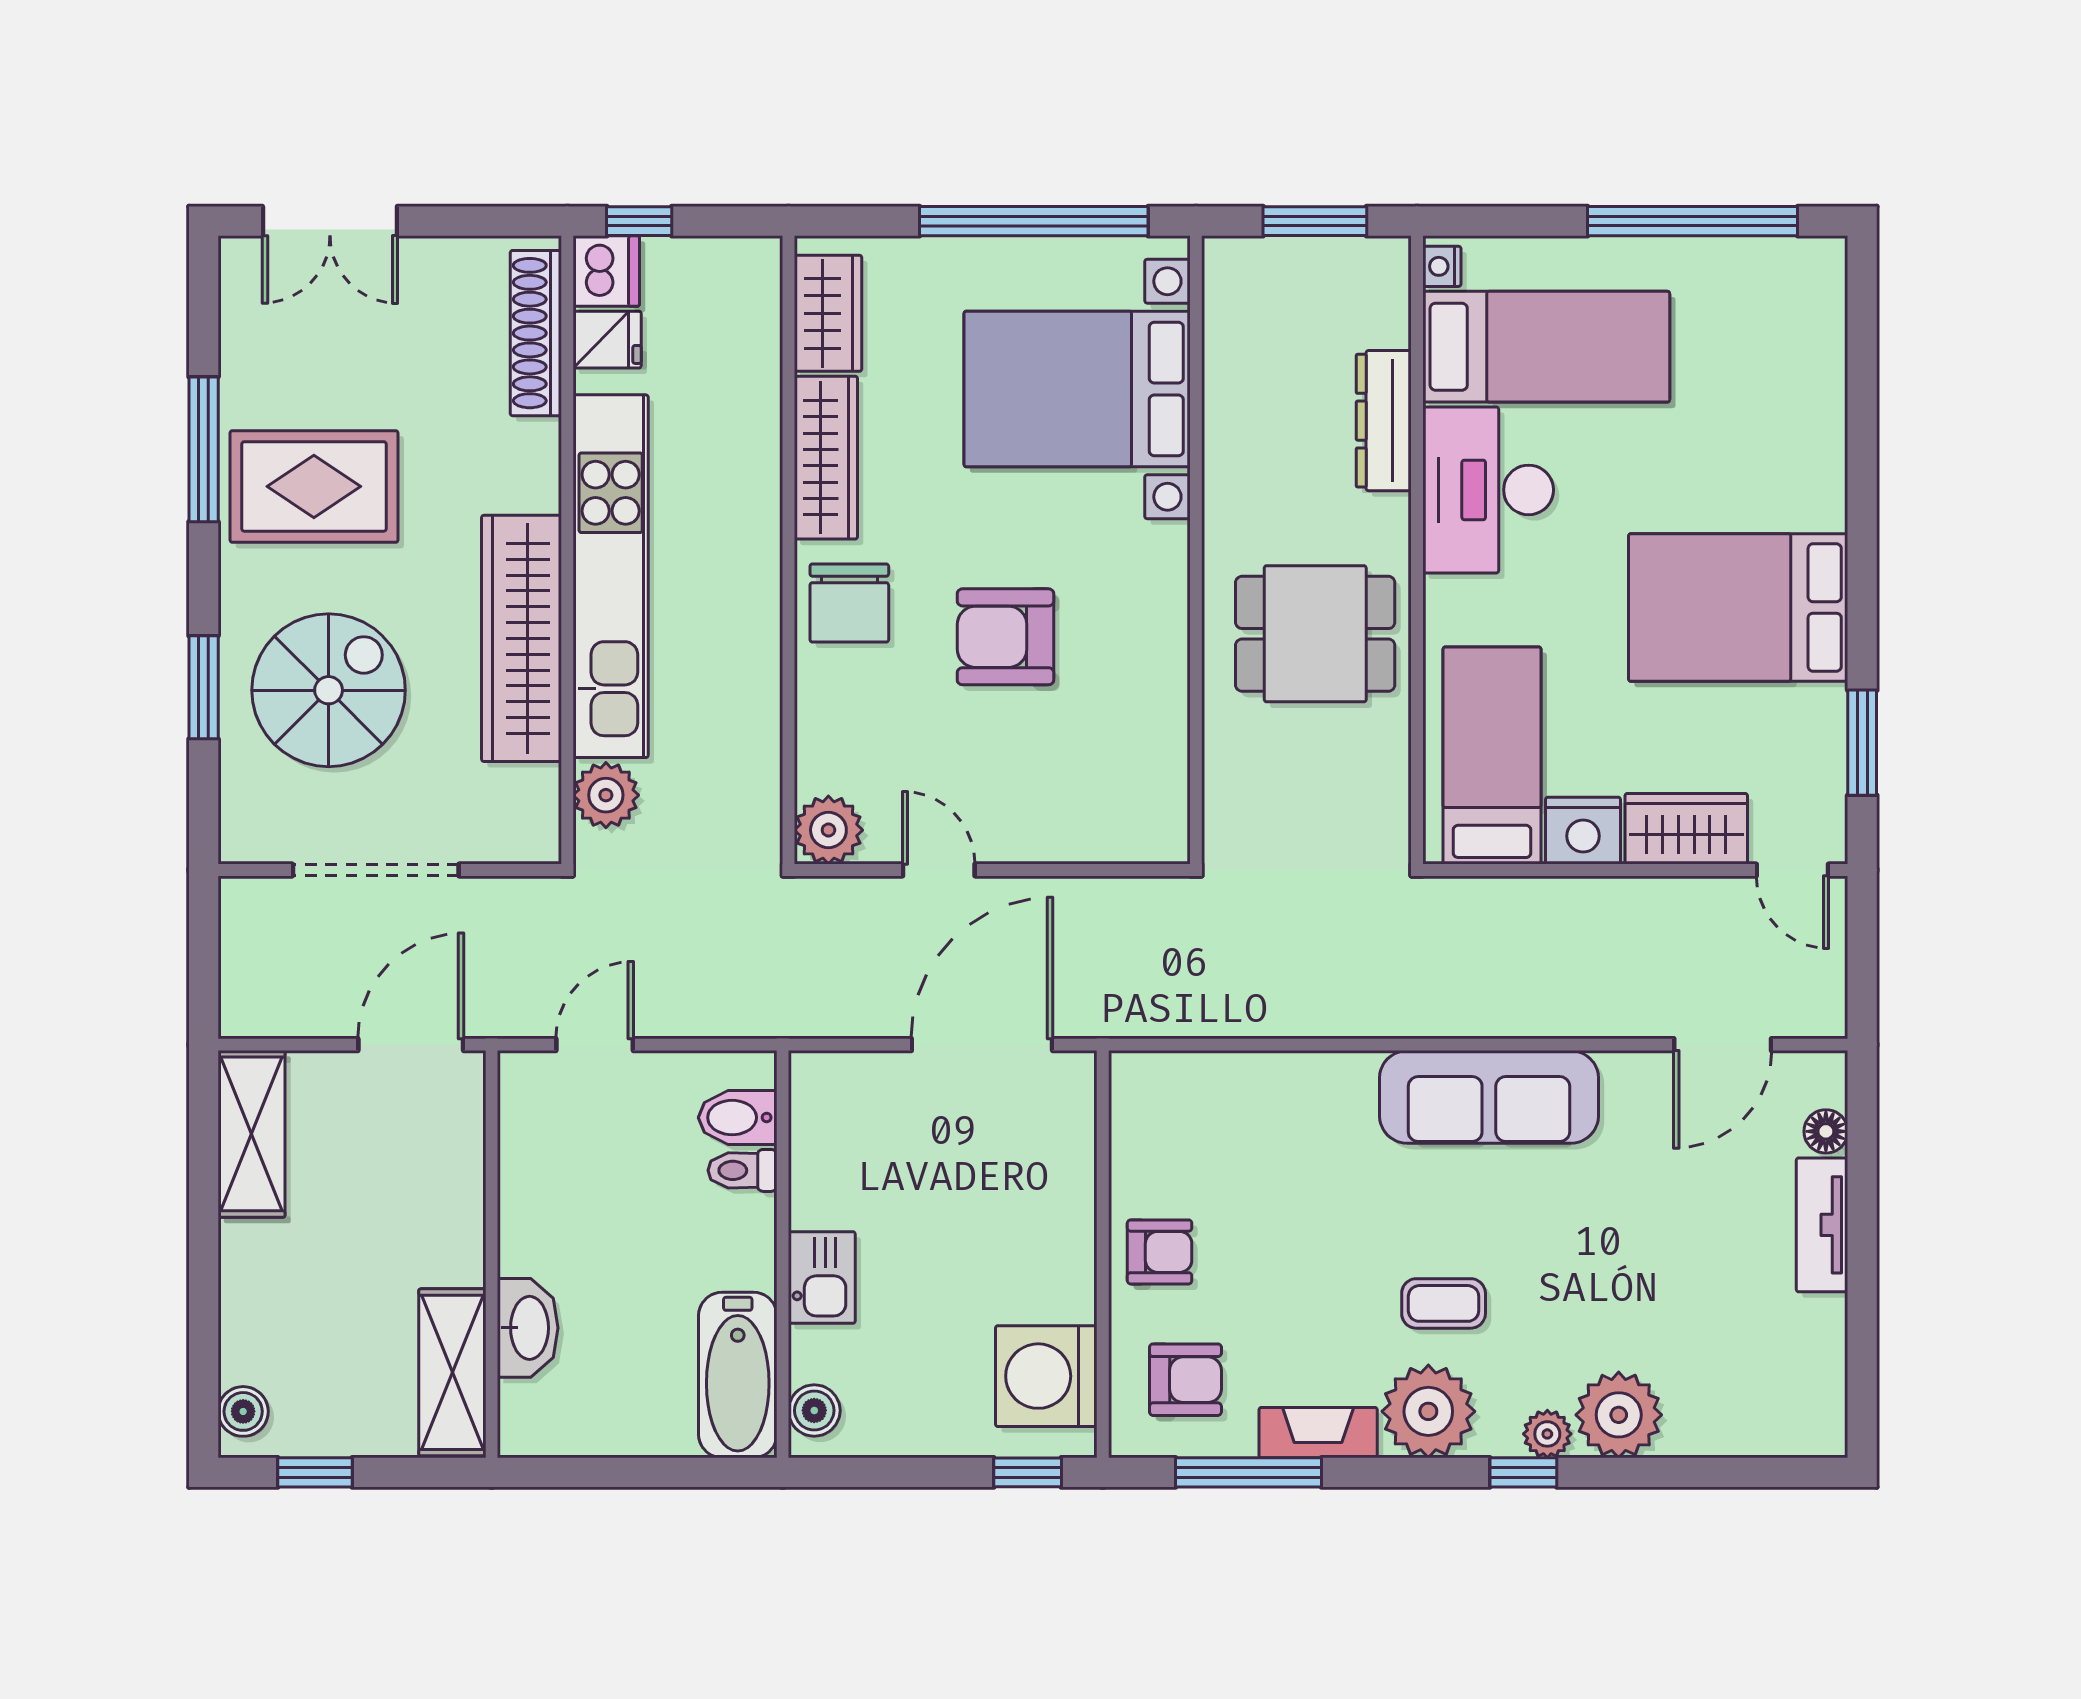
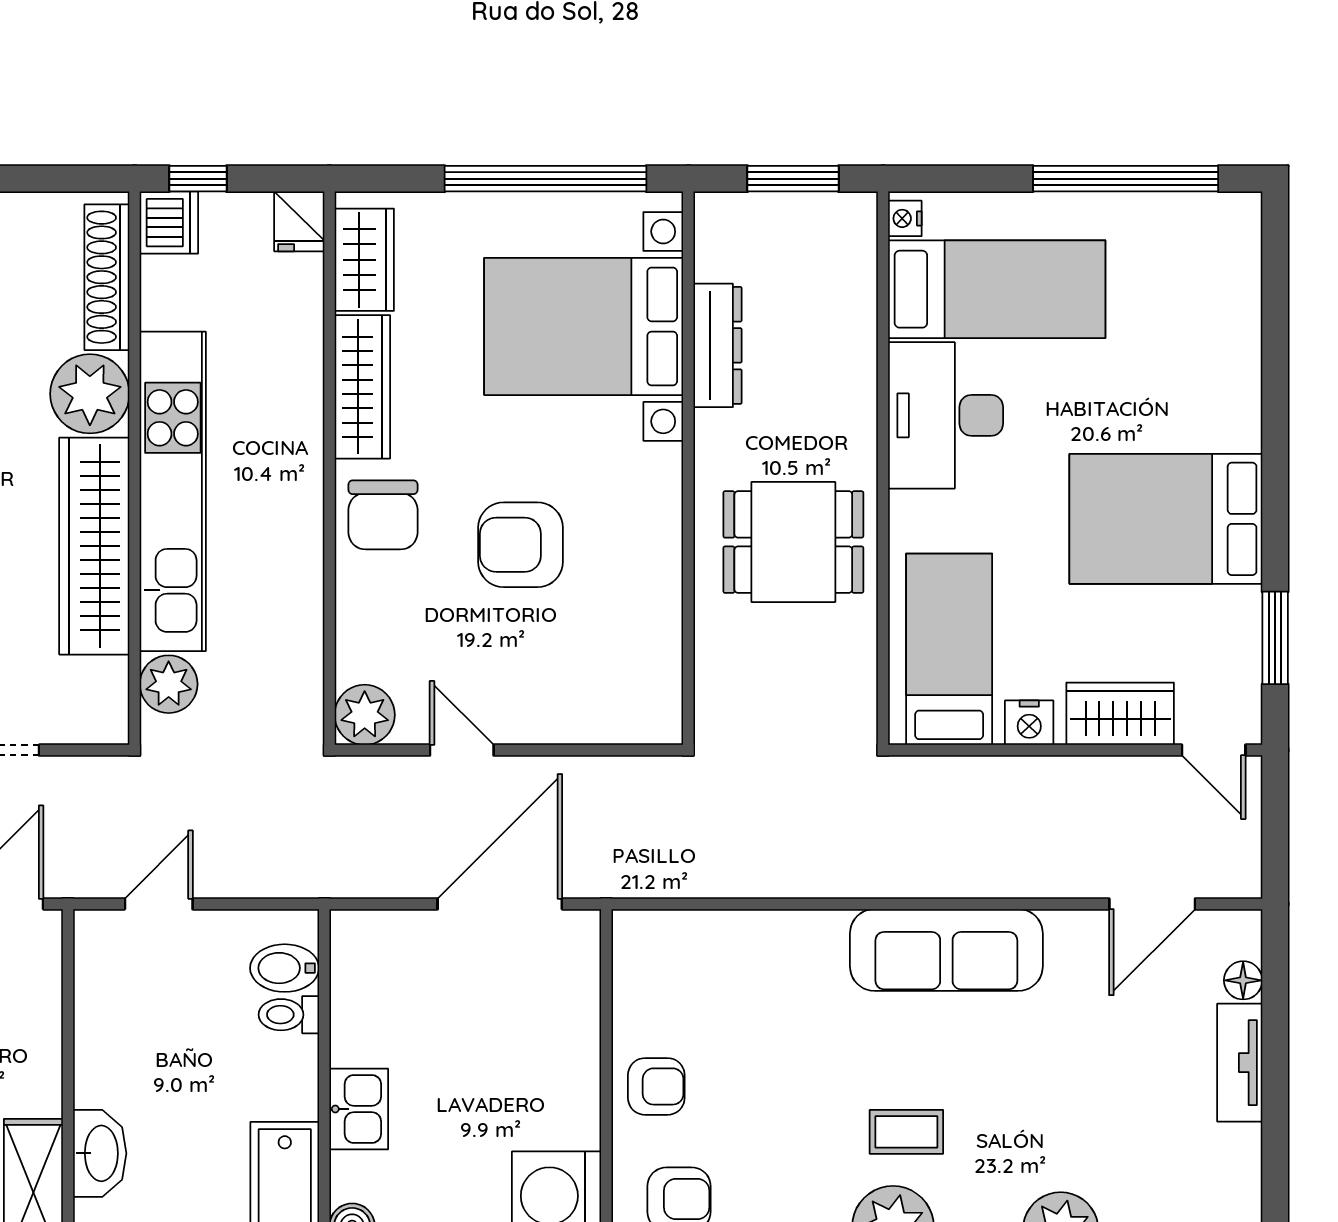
fridge: (607, 340) -> (299, 221), moved, turned 90
dresser: (1384, 421) -> (717, 345), moved, turned 180
plant: (516, 465) -> (90, 394), added
nightstand: (1583, 831) -> (1029, 723), width x0.74, depth x0.75

